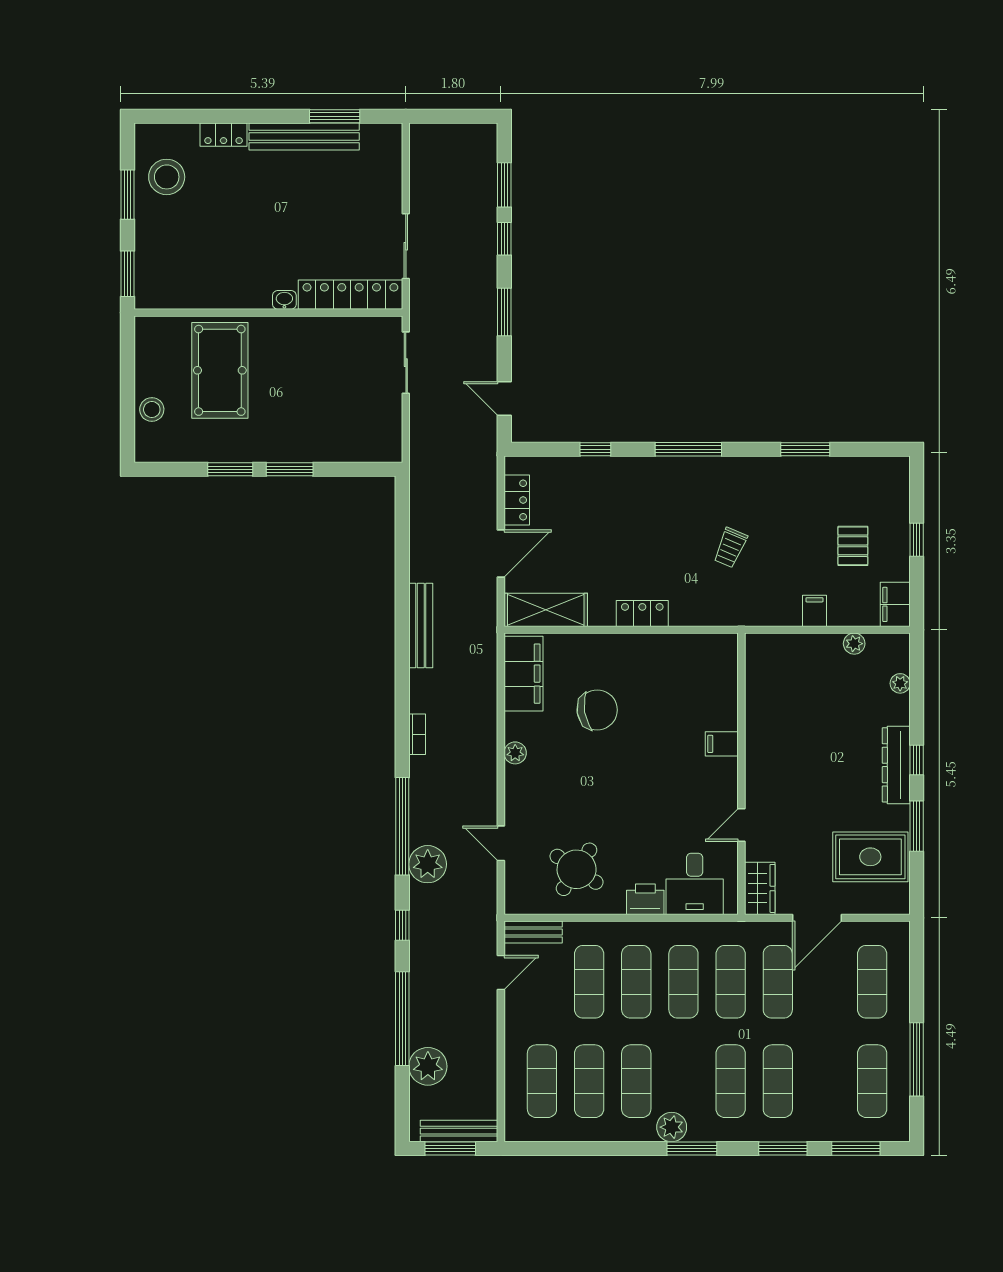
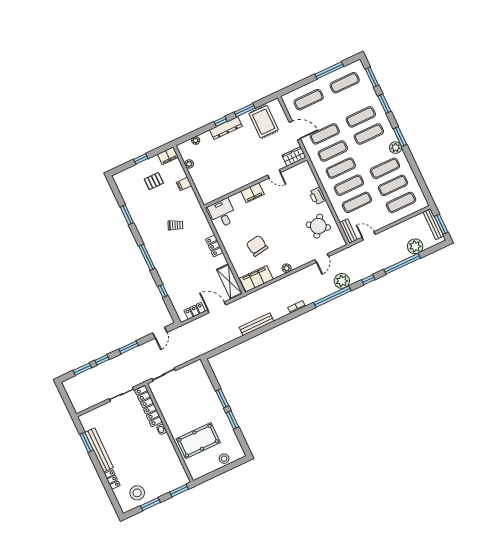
filing cabinet: (722, 744) -> (253, 193), width x2.00
desk: (695, 884) -> (222, 213), moved, turned -90

